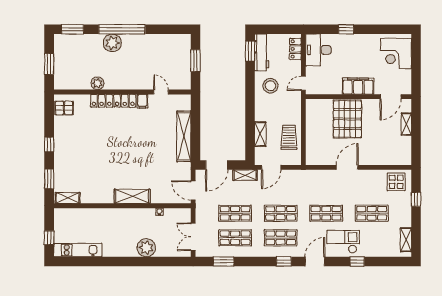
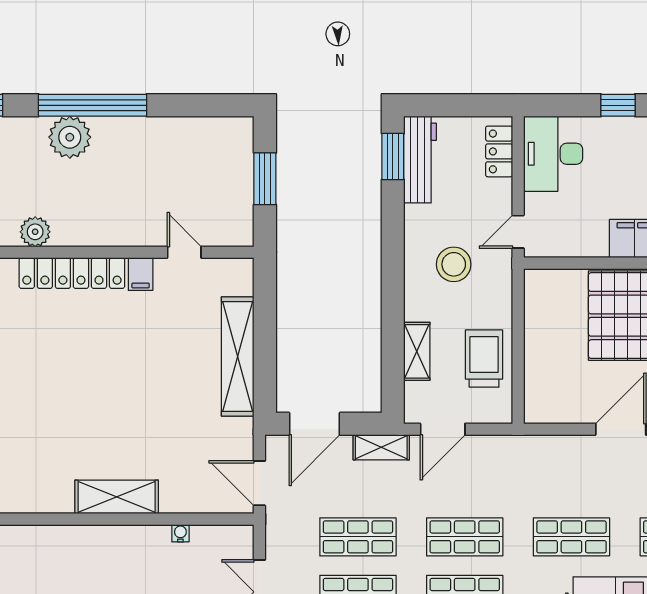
stool: (270, 86) -> (454, 264), moved

